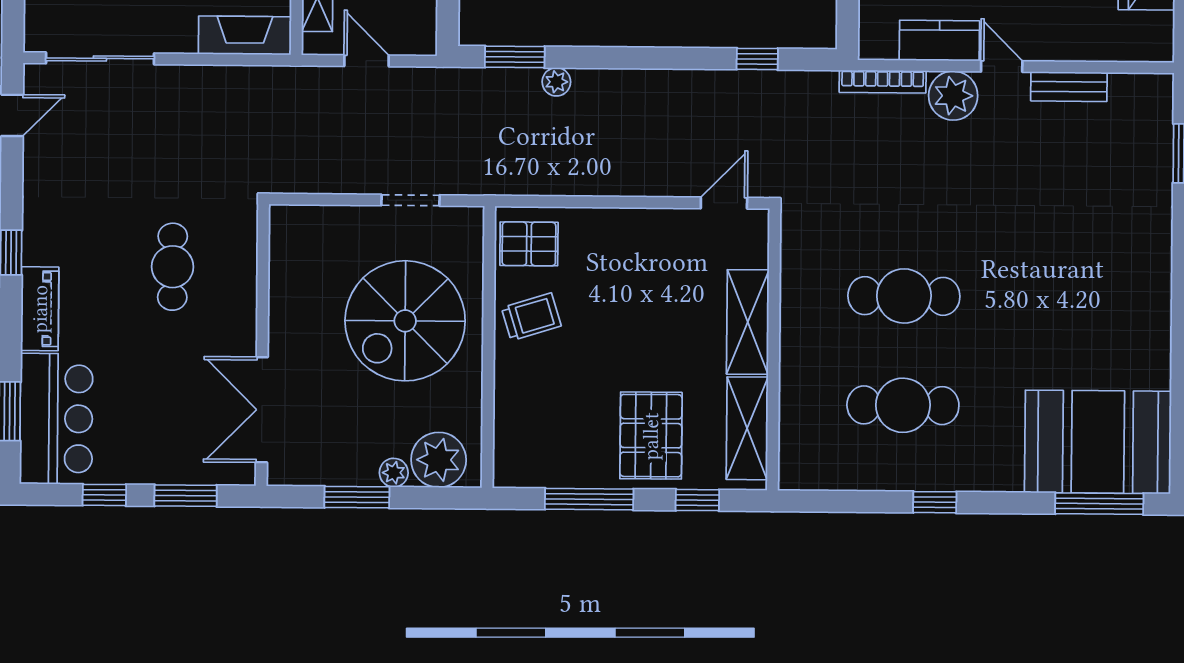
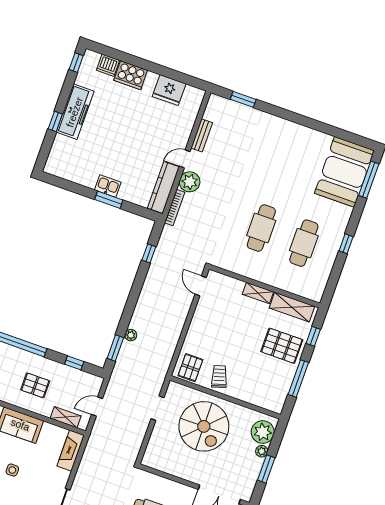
kitchen counter: (939, 41) -> (163, 188), width x1.50
shelving: (748, 322) -> (258, 293), width x0.67, depth x0.75

